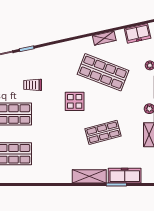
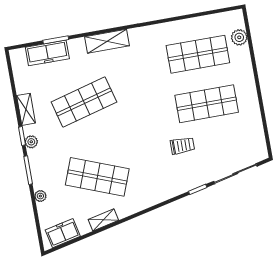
display table: (75, 101) -> (126, 134), removed
shop shelf: (103, 132) -> (84, 102), width x1.43, depth x1.36
shelving: (89, 176) -> (107, 41), moved

